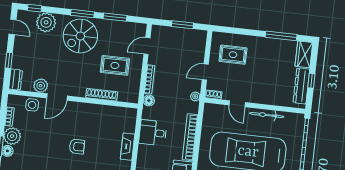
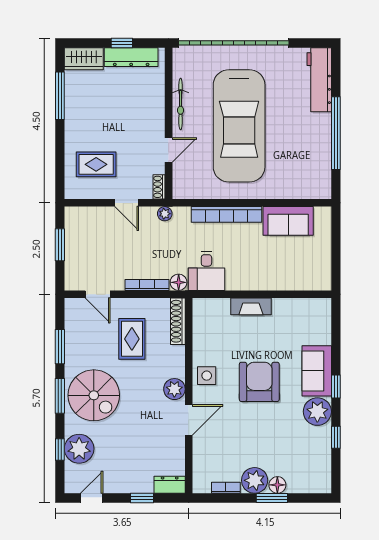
window: (35, 8) -> (60, 450), moved
rug: (233, 55) -> (96, 164), turned 90
plant: (41, 86) -> (174, 389), moved
shoe rack: (102, 95) -> (178, 321), moved
door: (57, 97) -> (189, 420), hinge flipped
side table: (32, 105) -> (207, 376), moved
desk: (153, 133) -> (206, 271), moved
armchair: (77, 147) -> (259, 382), width x1.88, depth x1.88

